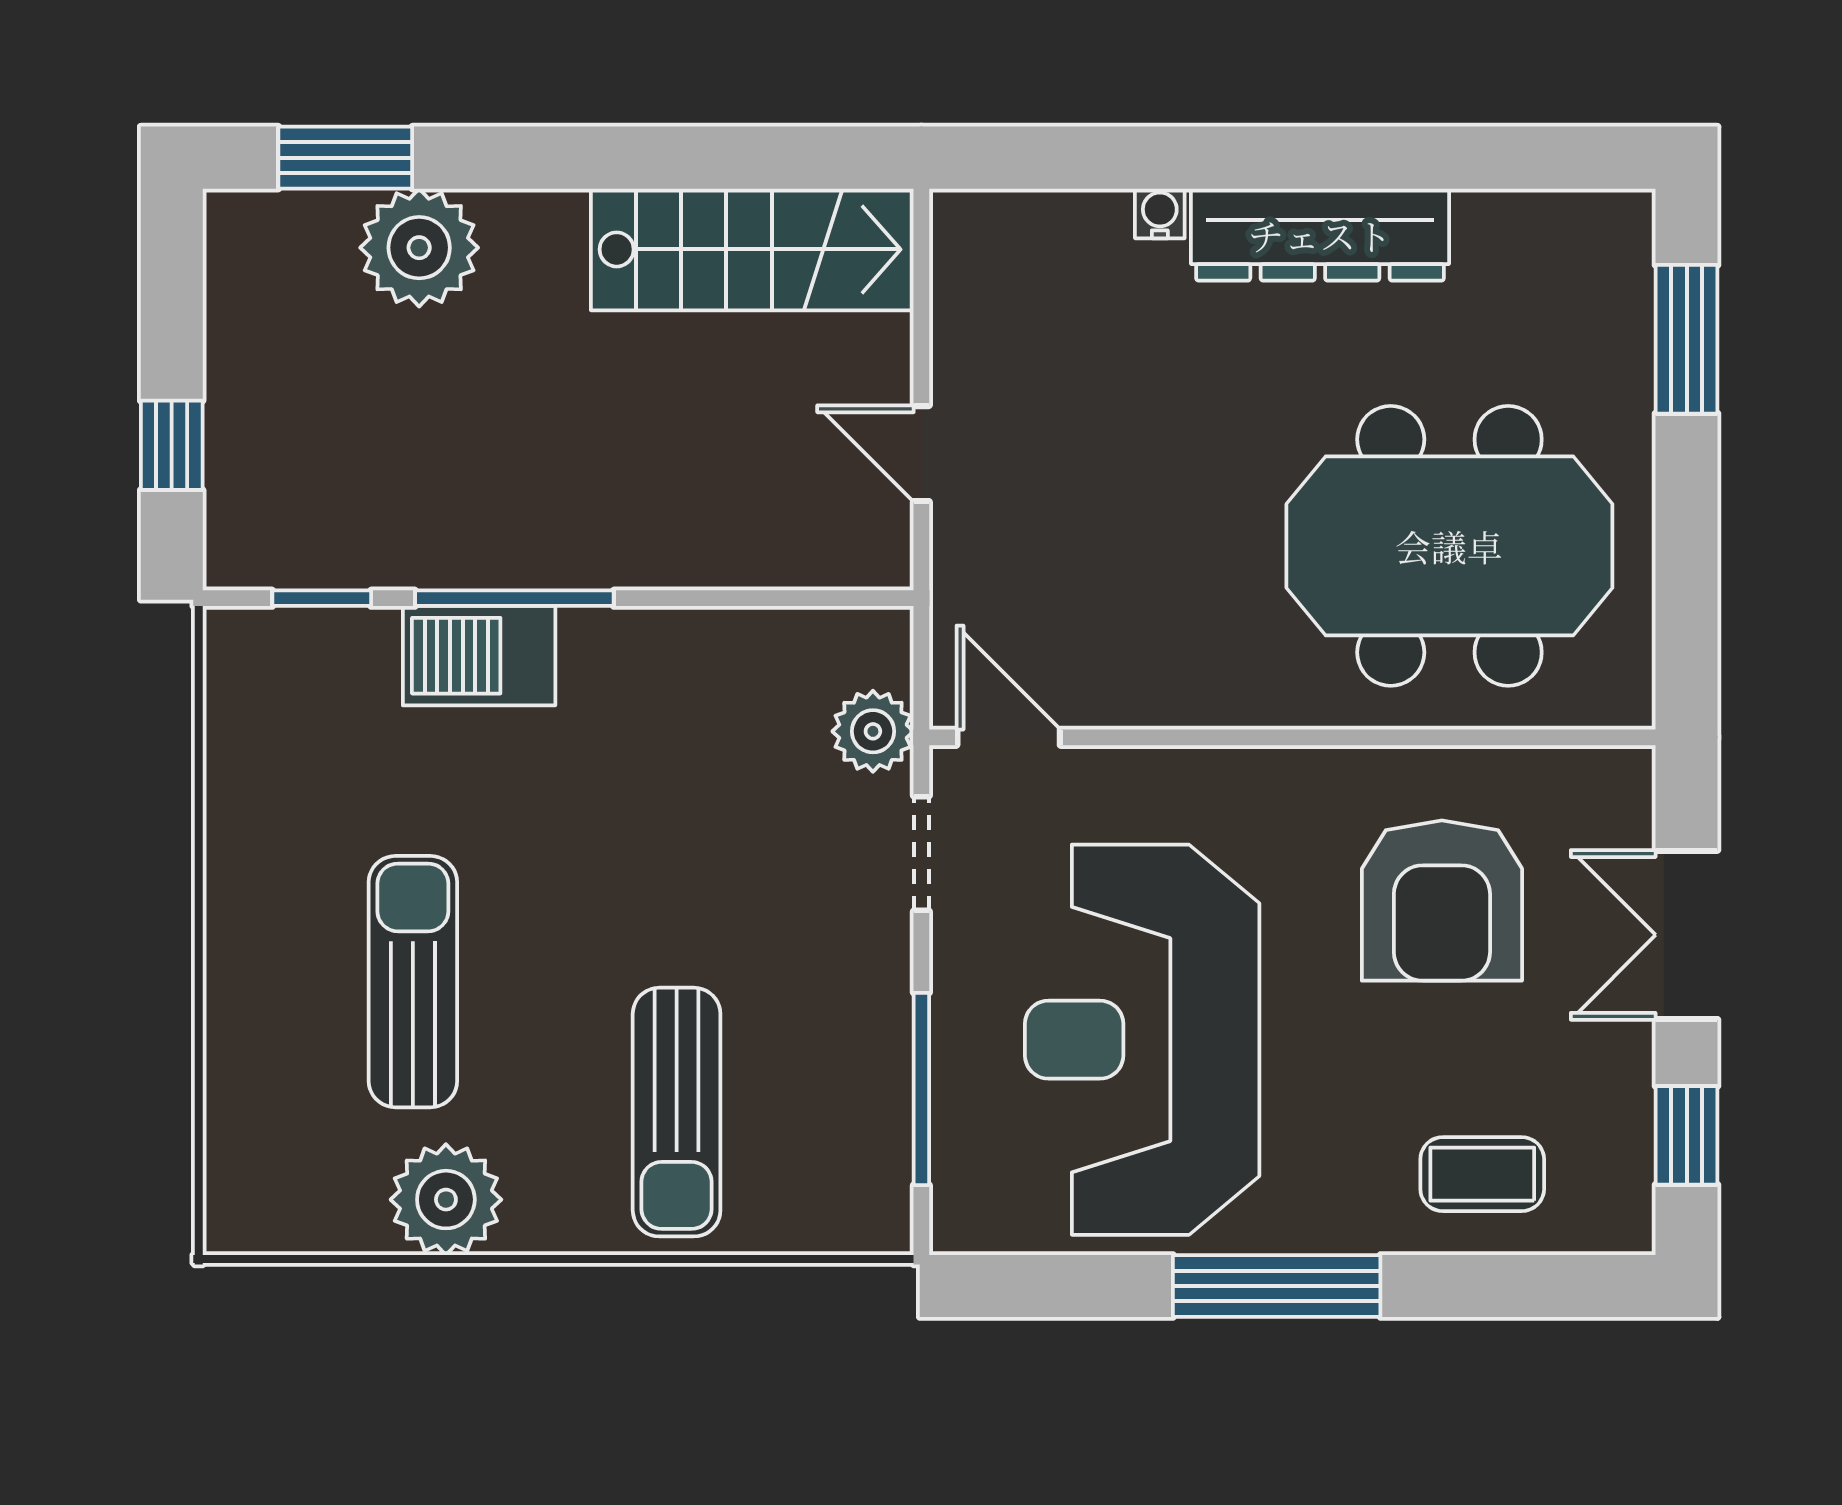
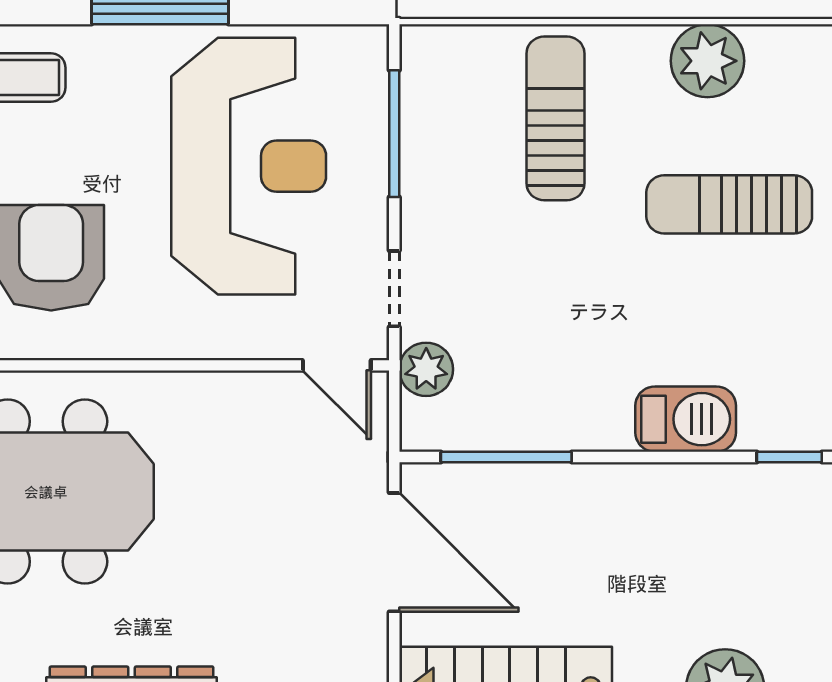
door: (921, 454) -> (394, 552), width x1.87
window: (514, 598) -> (506, 457), moved
sun lounger: (413, 982) -> (729, 204), turned 90

